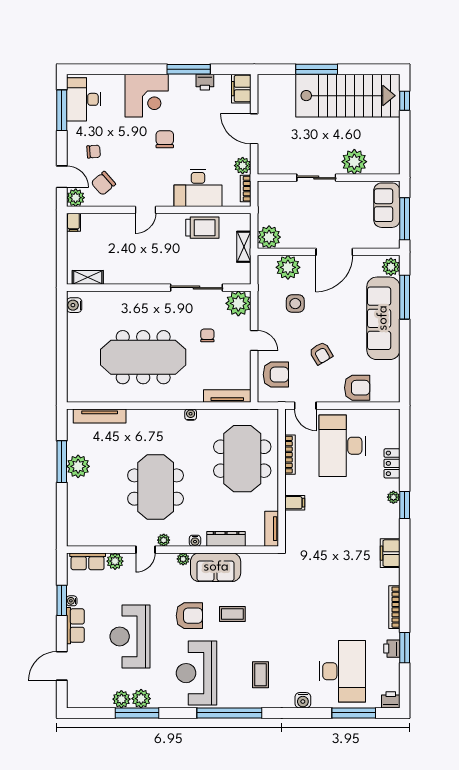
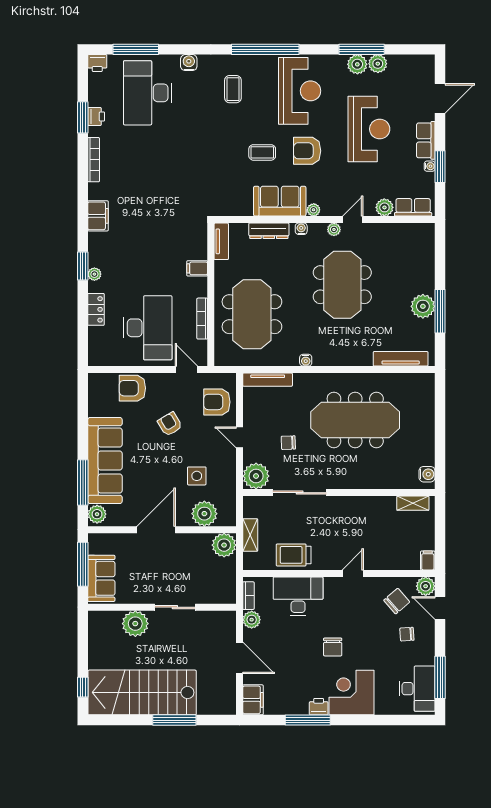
printer: (205, 82) -> (319, 707), moved
chair: (207, 335) -> (288, 443), turned 88

